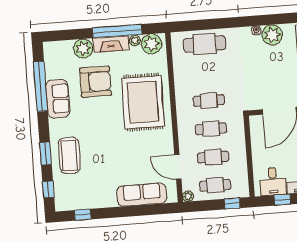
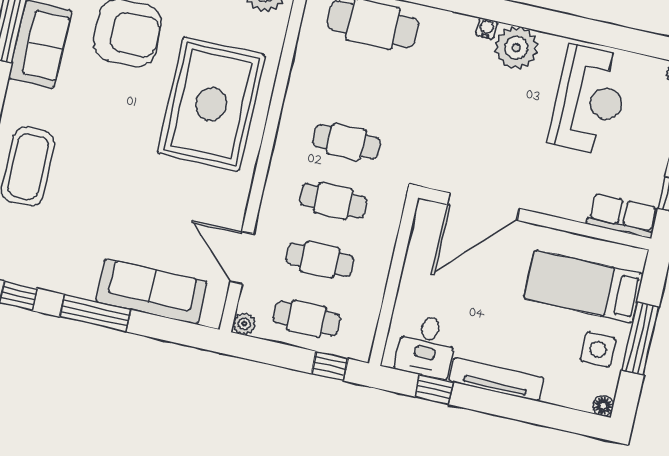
window: (120, 212) -> (95, 313), added

